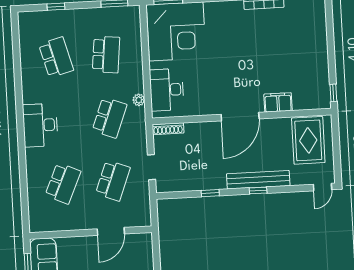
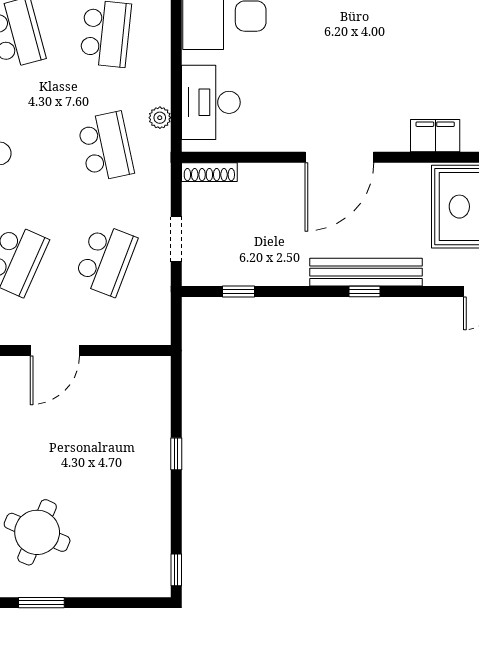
filing cabinet: (278, 102) -> (435, 136), moved
school desk: (109, 118) -> (106, 147), turned -33
window: (210, 193) -> (239, 291), moved
door: (111, 231) -> (55, 350), moved

